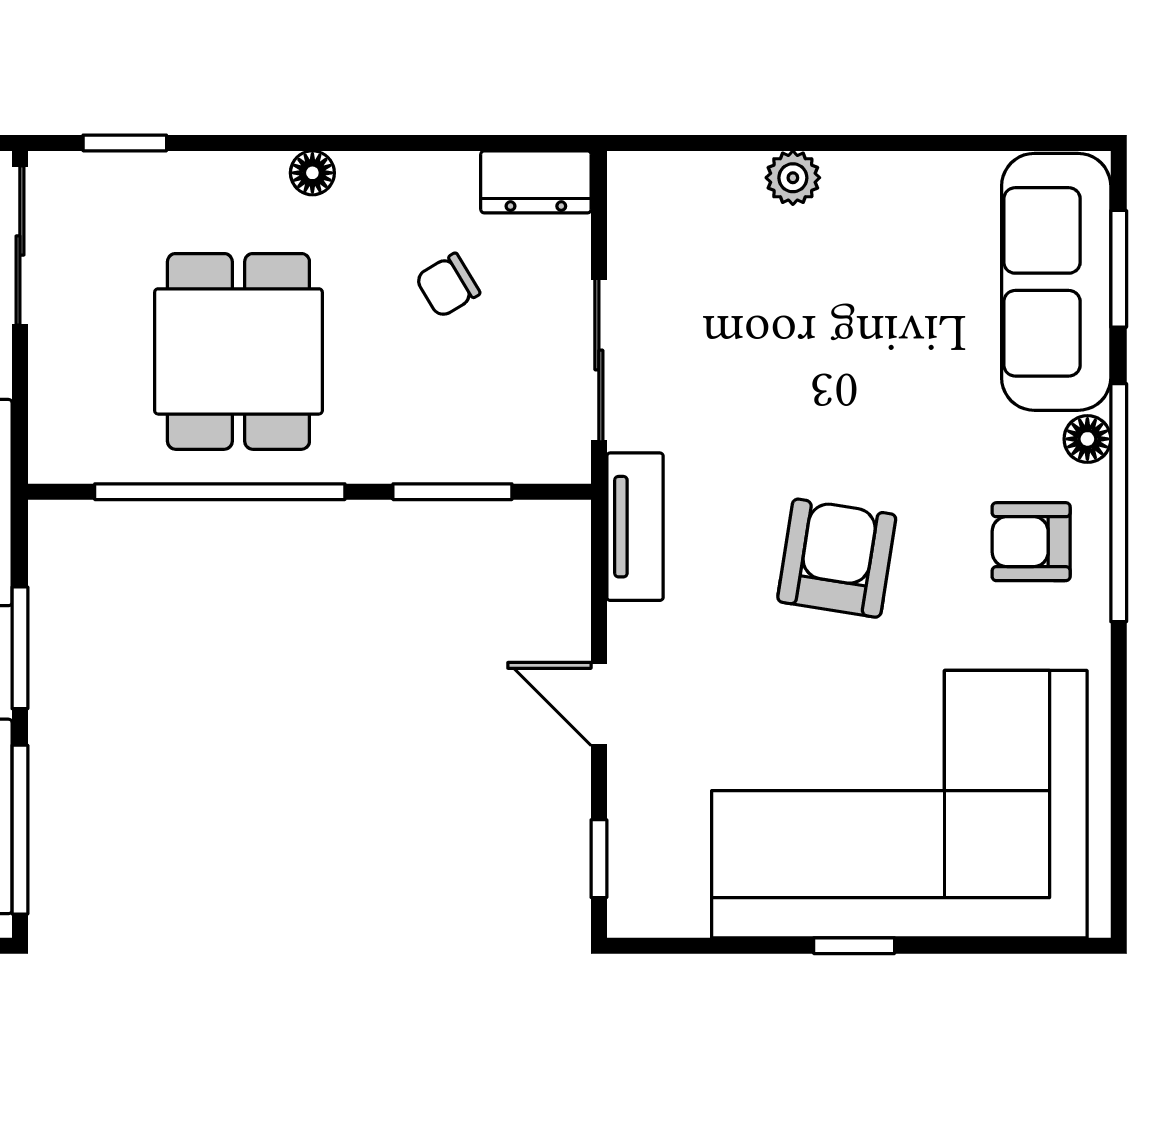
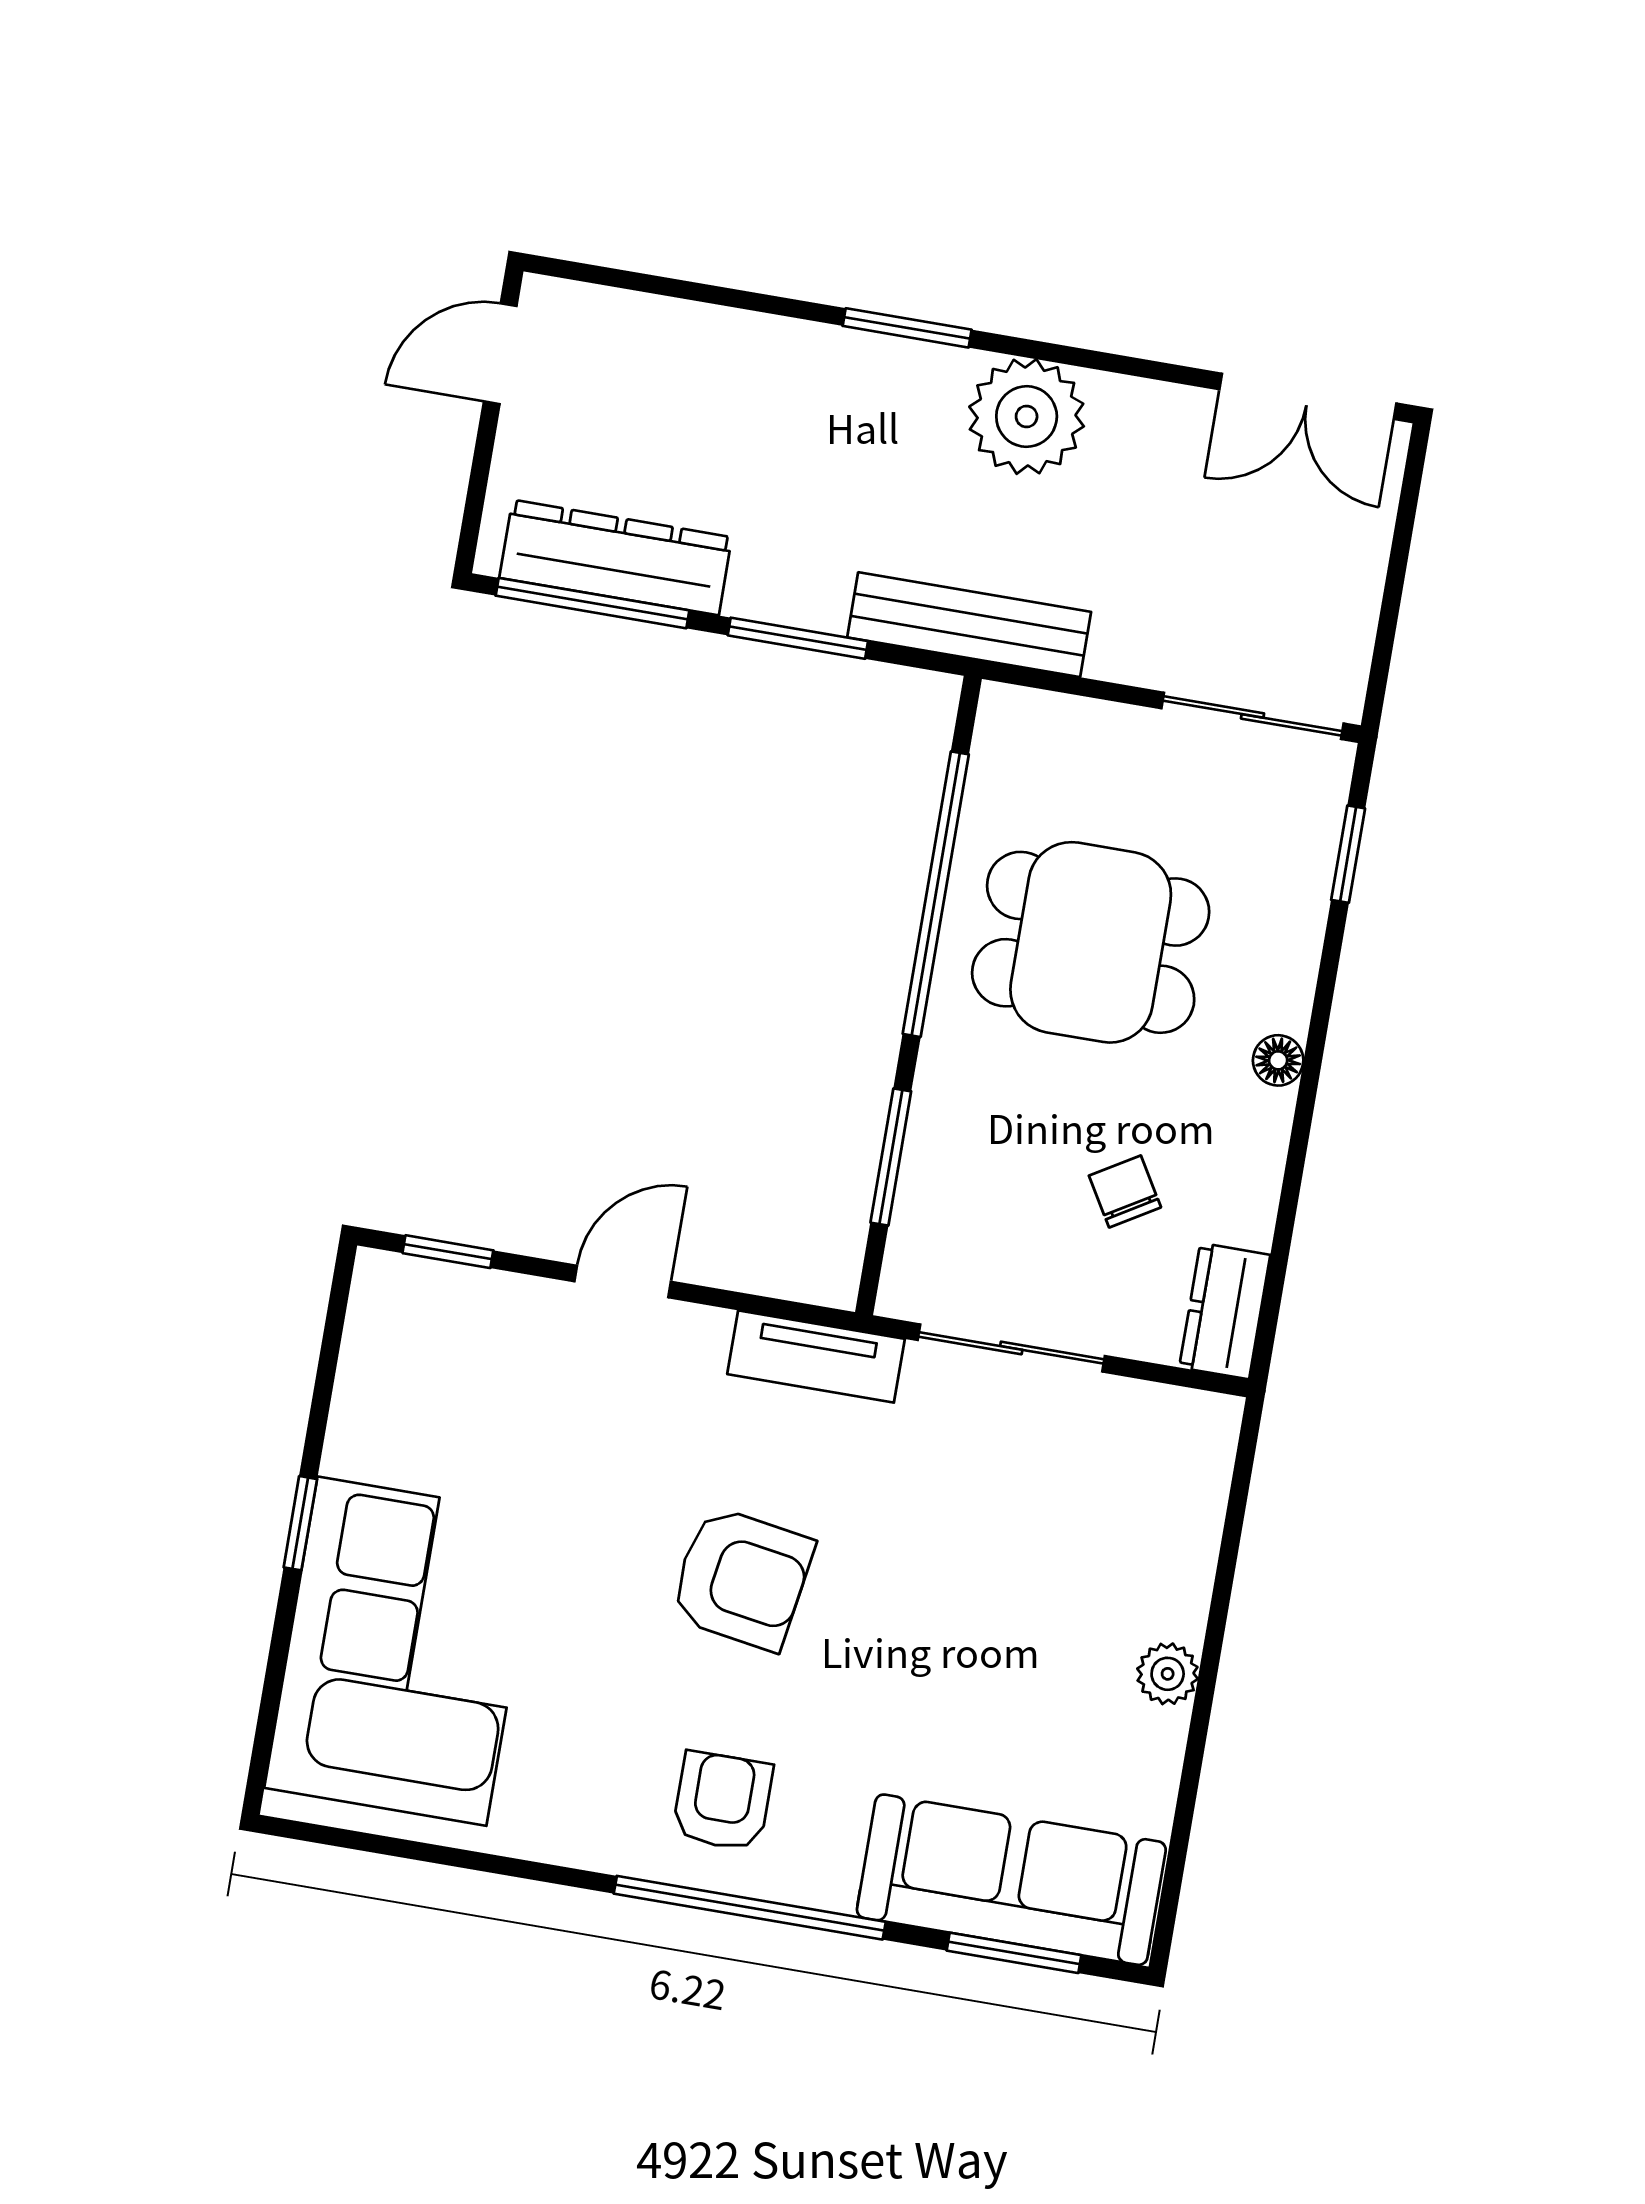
plant: (793, 178) -> (1168, 1674), moved
floor lamp: (1087, 439) -> (828, 1885), removed
corner sofa: (899, 804) -> (402, 1651), width x0.73, depth x0.74

